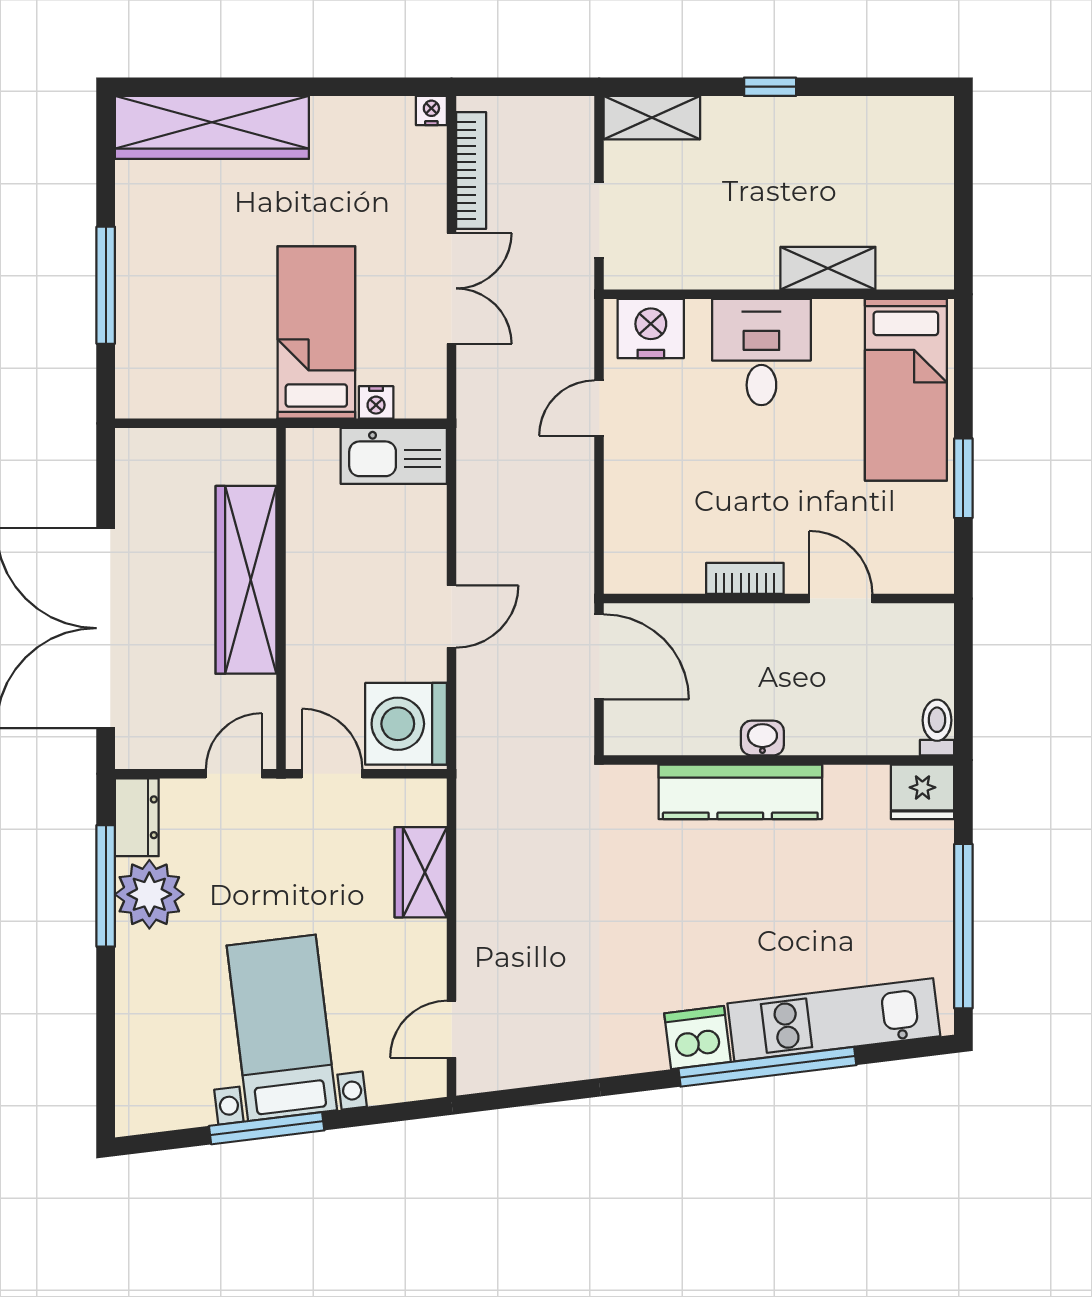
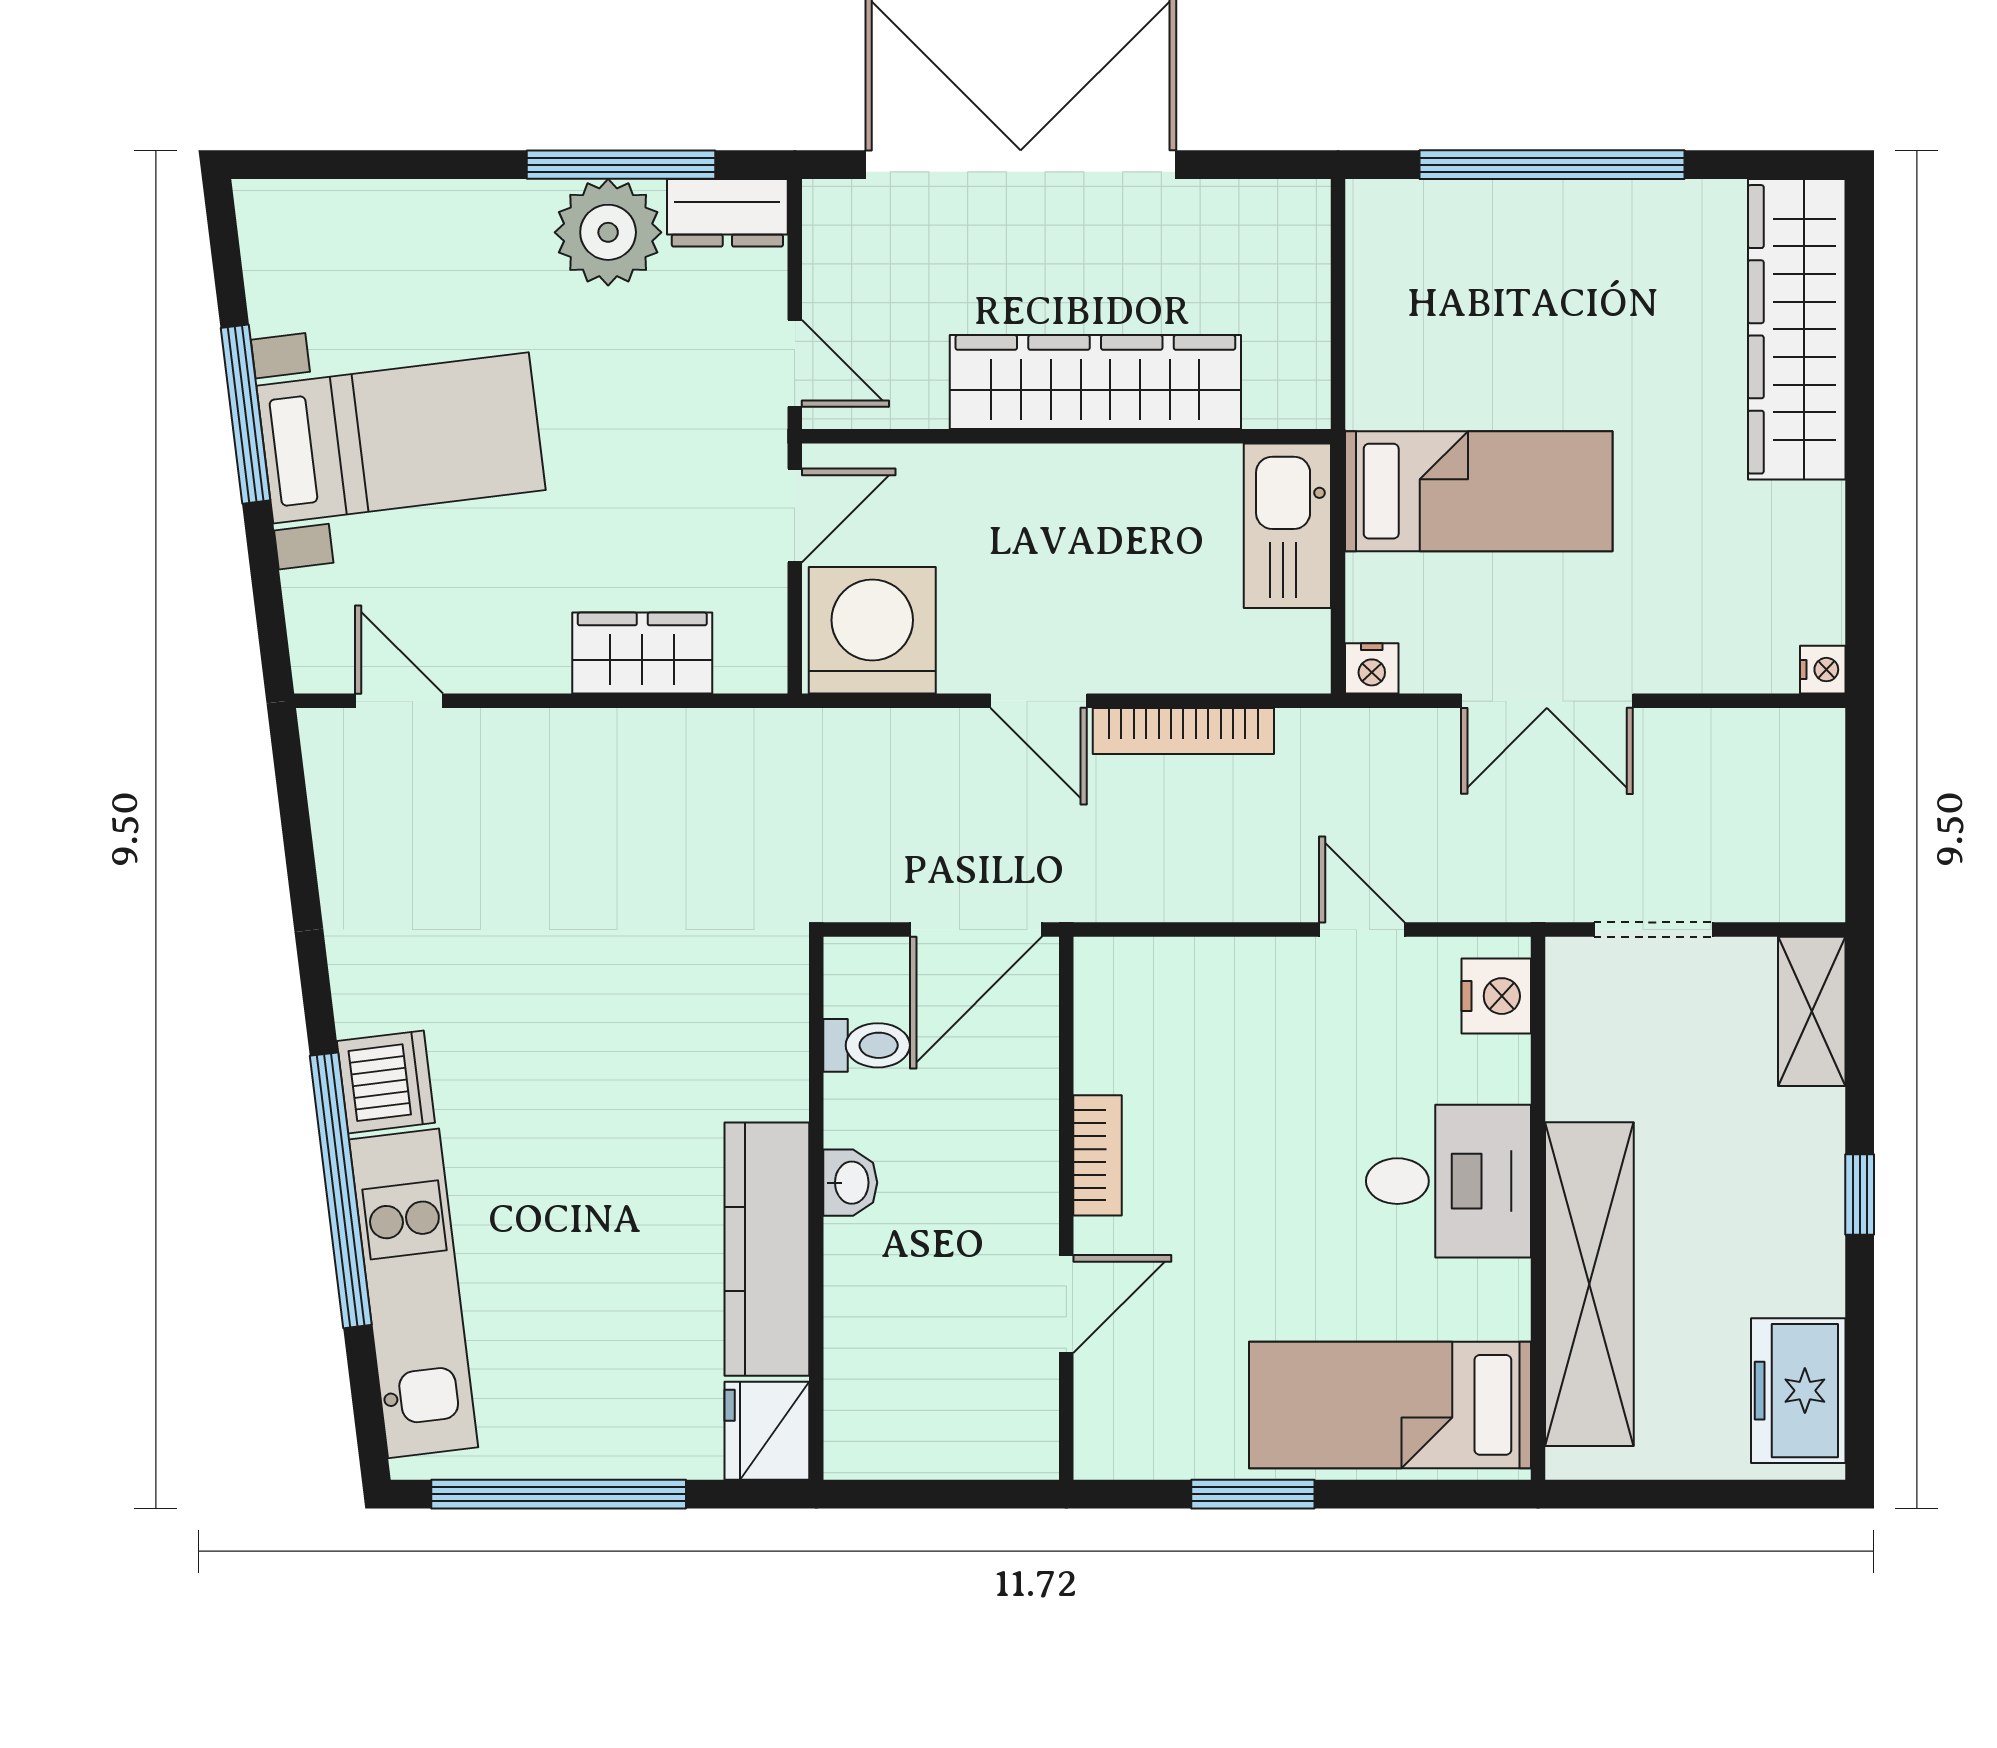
freezer: (897, 126) -> (1798, 1391), added
bookcase: (471, 170) -> (1183, 731), moved
shelving: (828, 268) -> (1589, 1284), width x2.20, depth x1.33
window: (106, 285) -> (1552, 165), width x1.46
nightstand: (651, 329) -> (1496, 996), width x0.74, depth x0.75
nightstand: (376, 402) -> (1372, 668), moved, turned -90
kitchen sink: (394, 456) -> (1287, 526), moved
toilet: (937, 727) -> (867, 1045), moved
kitchen counter: (740, 792) -> (767, 1249), moved

